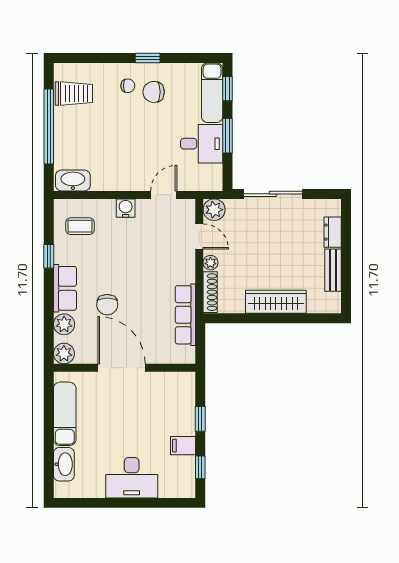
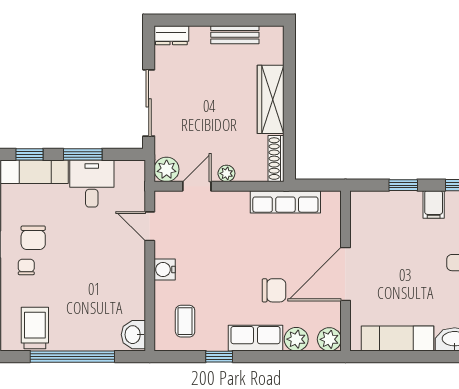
washbasin: (73, 180) -> (133, 335), width x0.72
dresser: (333, 232) -> (171, 35), moved
shoe rack: (210, 292) -> (276, 159), moved, turned -90

